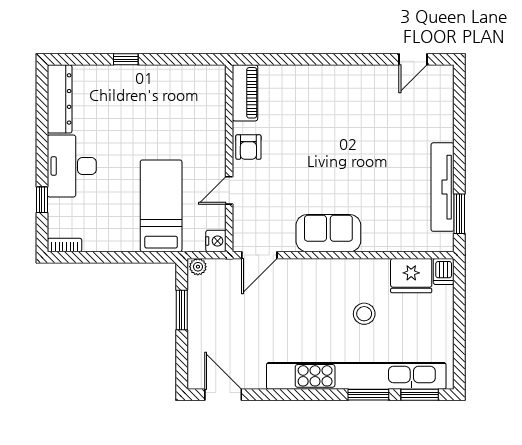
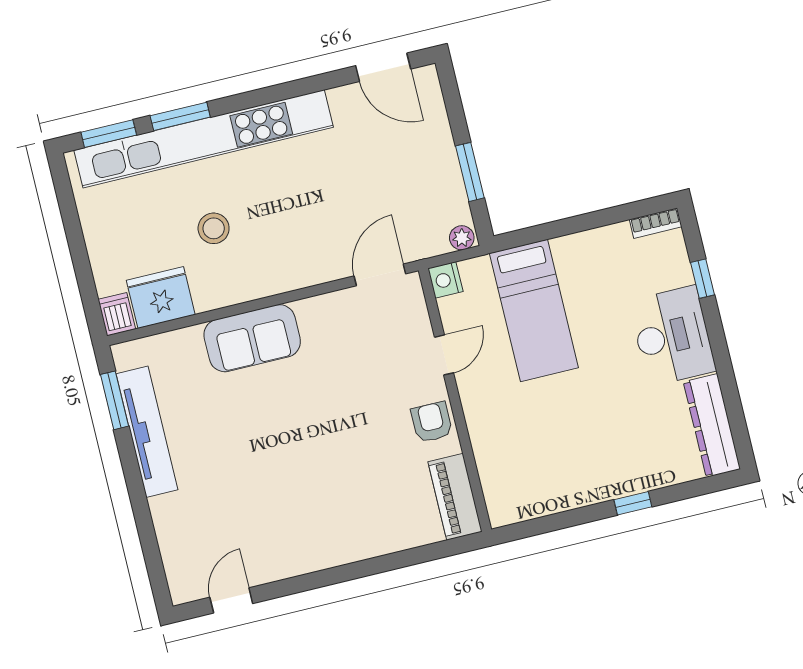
sofa: (328, 233) -> (252, 338), moved

